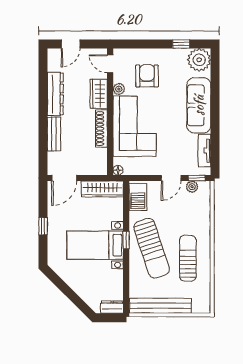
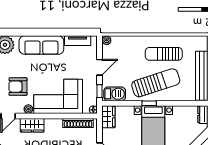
shoe rack: (101, 129) -> (78, 123), moved
door: (171, 178) -> (100, 67), hinge flipped
window: (197, 178) -> (100, 91), moved
plant: (192, 187) -> (107, 40), moved
wardrobe: (102, 189) -> (108, 117), width x0.67

